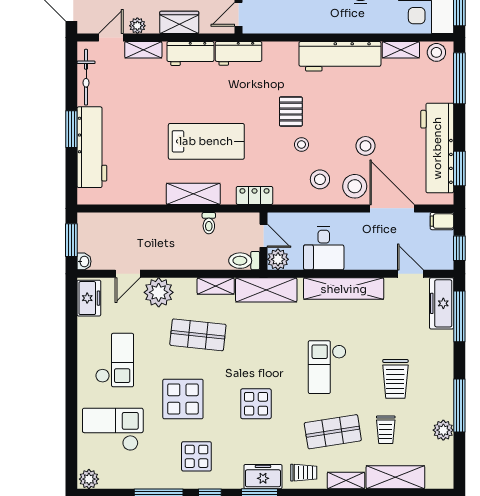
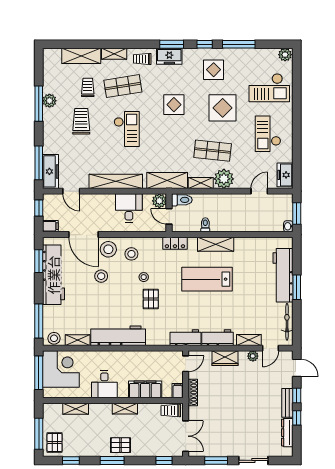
washbasin: (84, 261) -> (288, 226), moved
plant: (159, 292) -> (224, 179), moved
plant: (443, 430) -> (49, 101), moved

